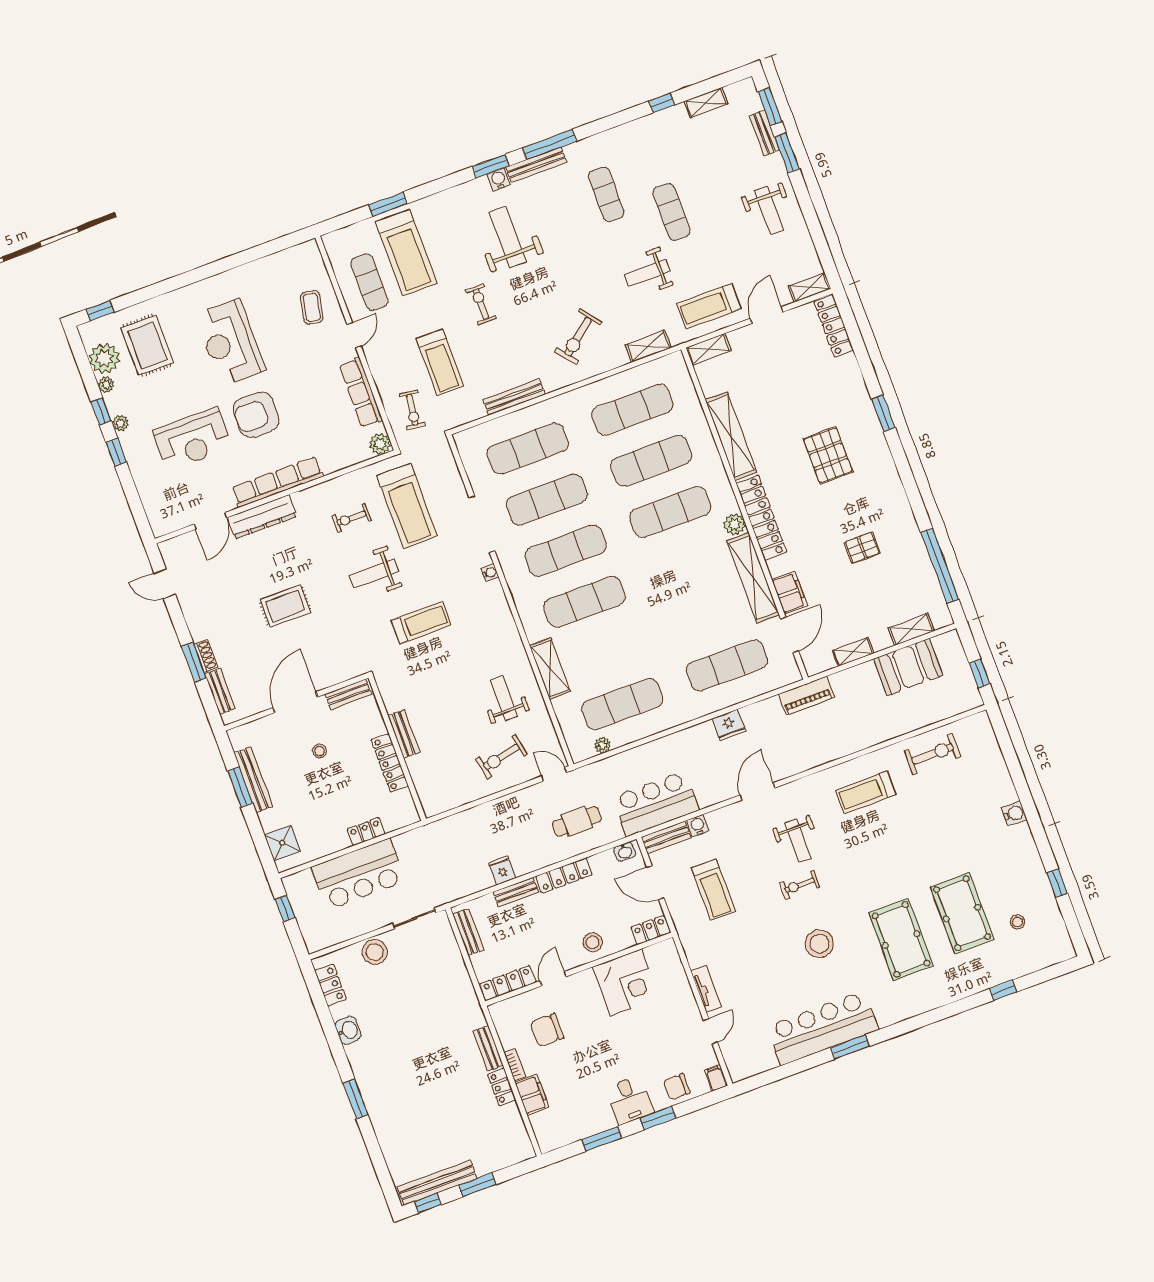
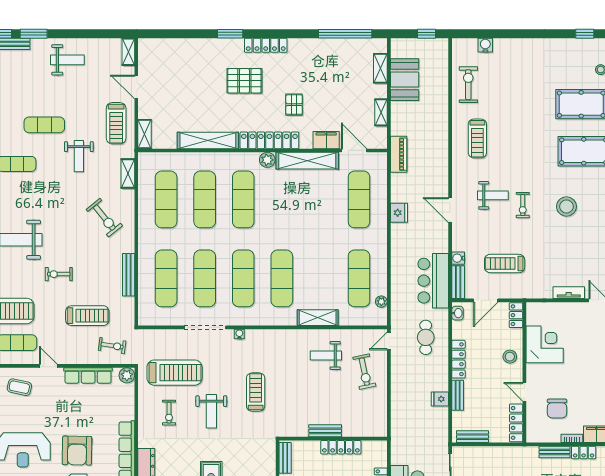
locker: (834, 326) -> (266, 45), moved
pallet: (862, 548) -> (294, 105), moved
water cooler: (1014, 814) -> (485, 45), moved
treadmill: (713, 890) -> (505, 264), turned 180

